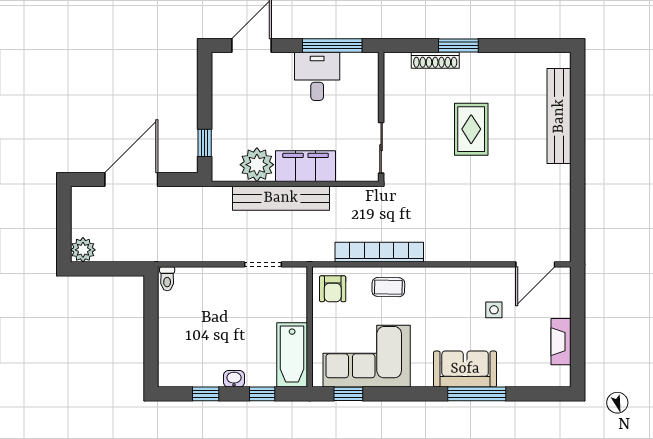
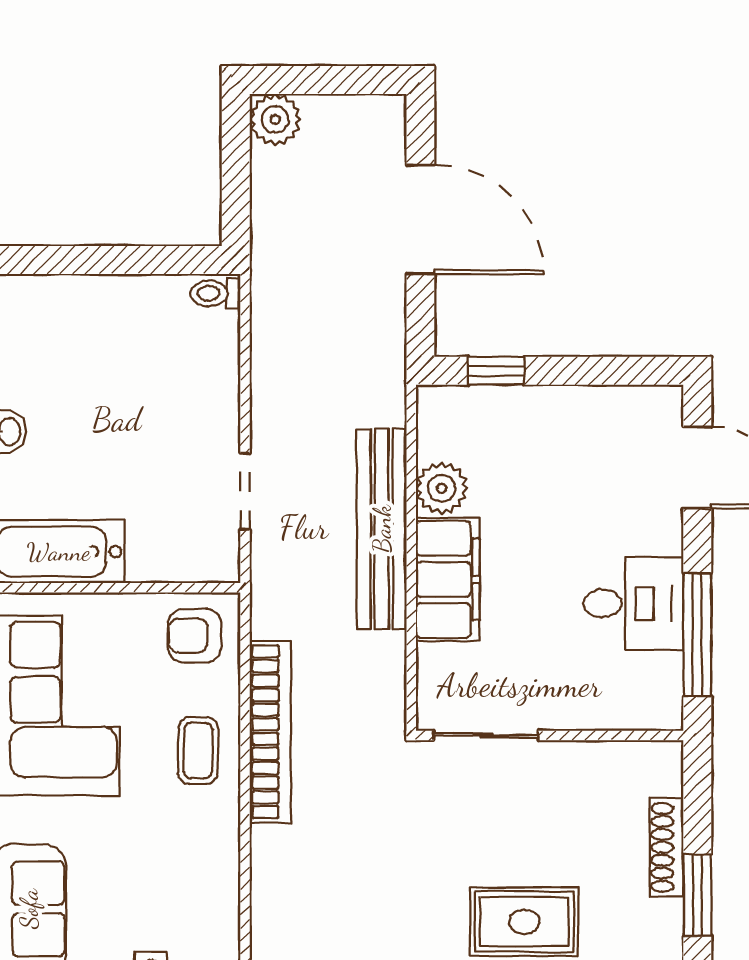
plant: (257, 165) -> (442, 488), width x0.73, depth x0.73

